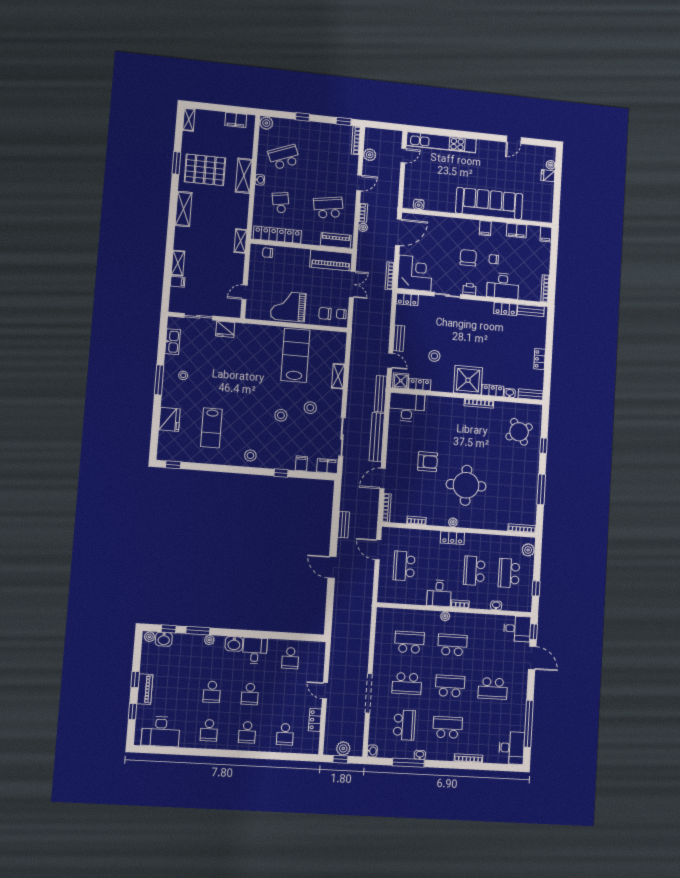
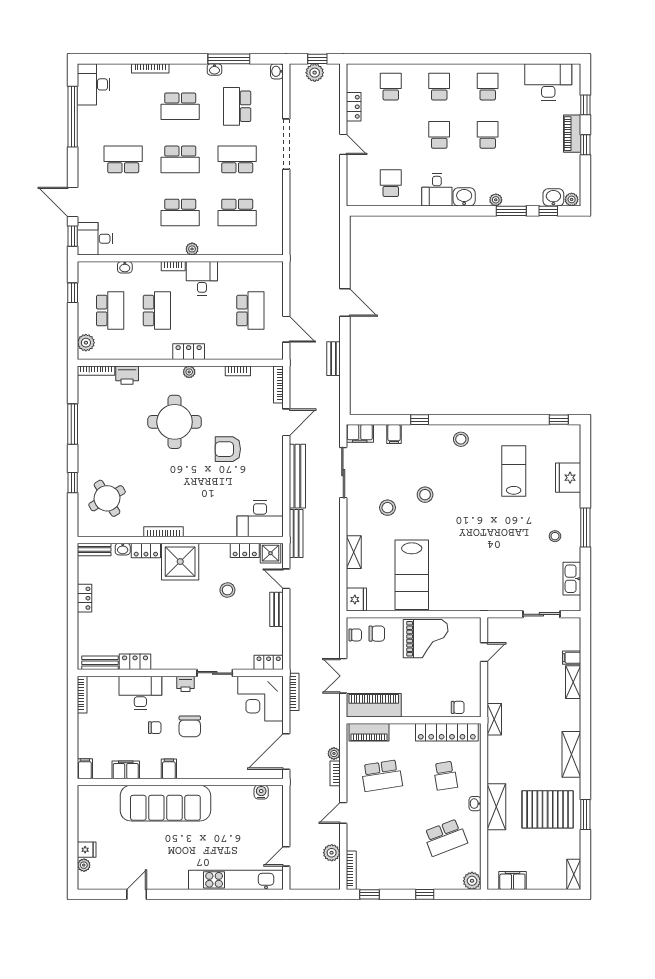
fridge: (225, 329) -> (356, 599), moved, turned 90
printer: (499, 523) -> (127, 375), added

